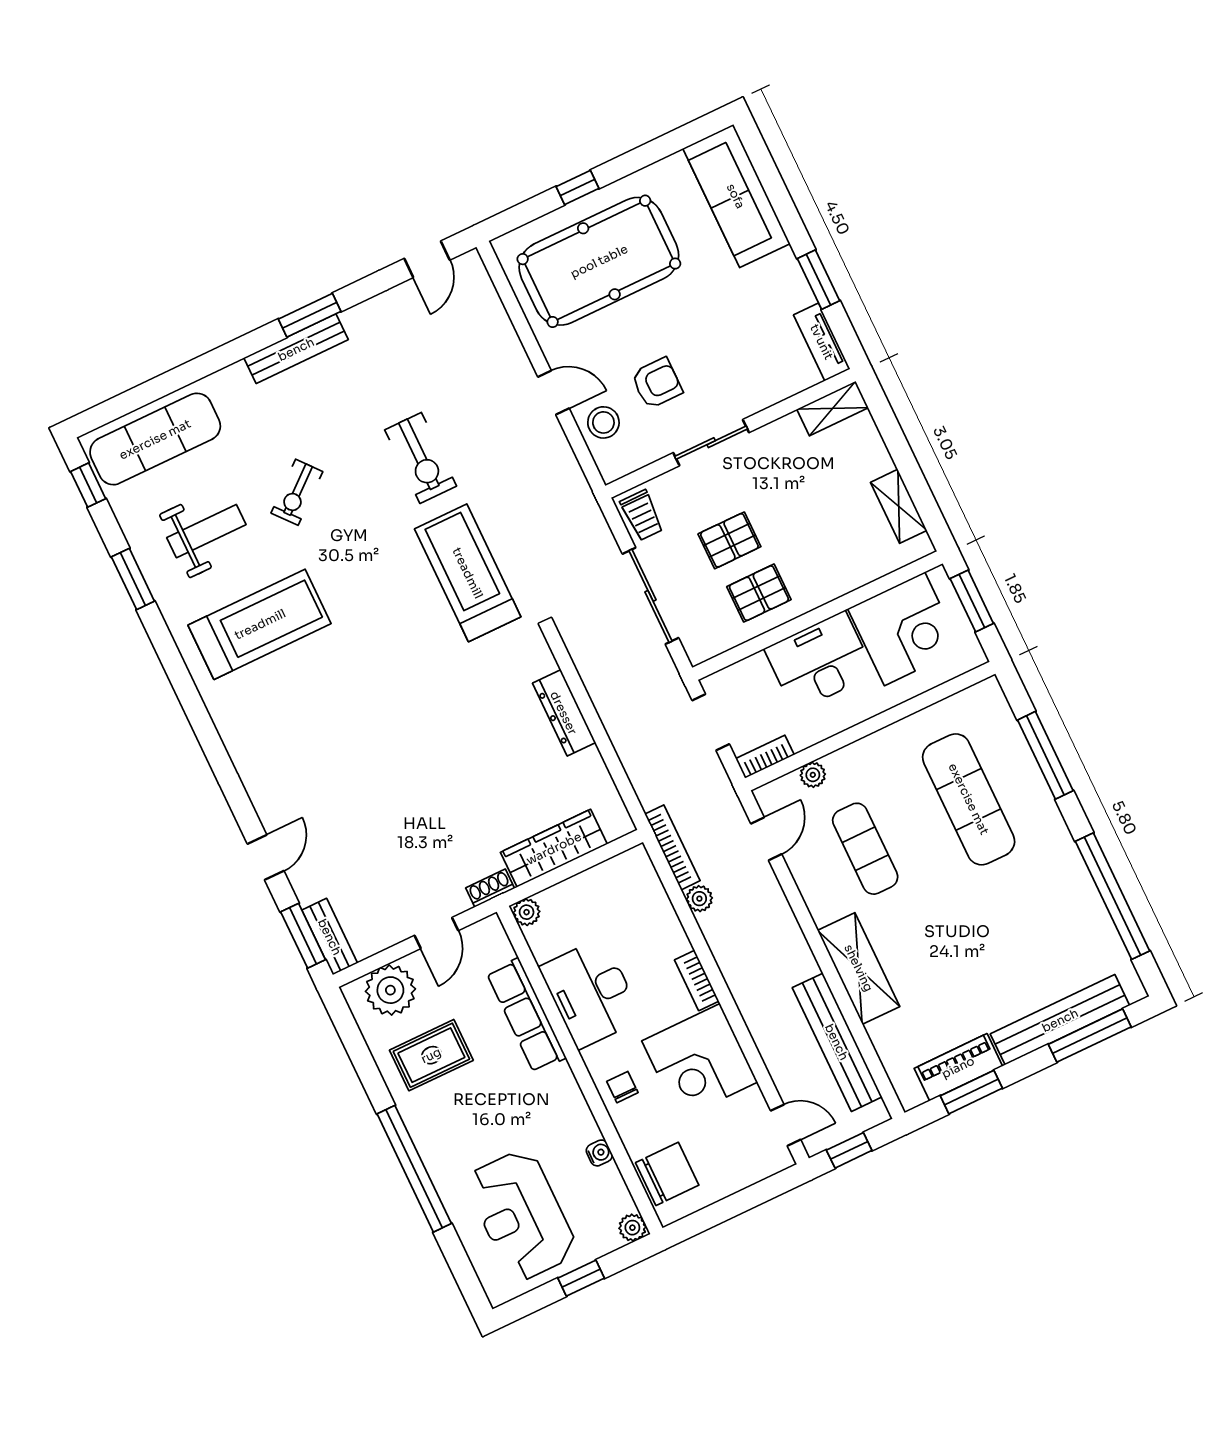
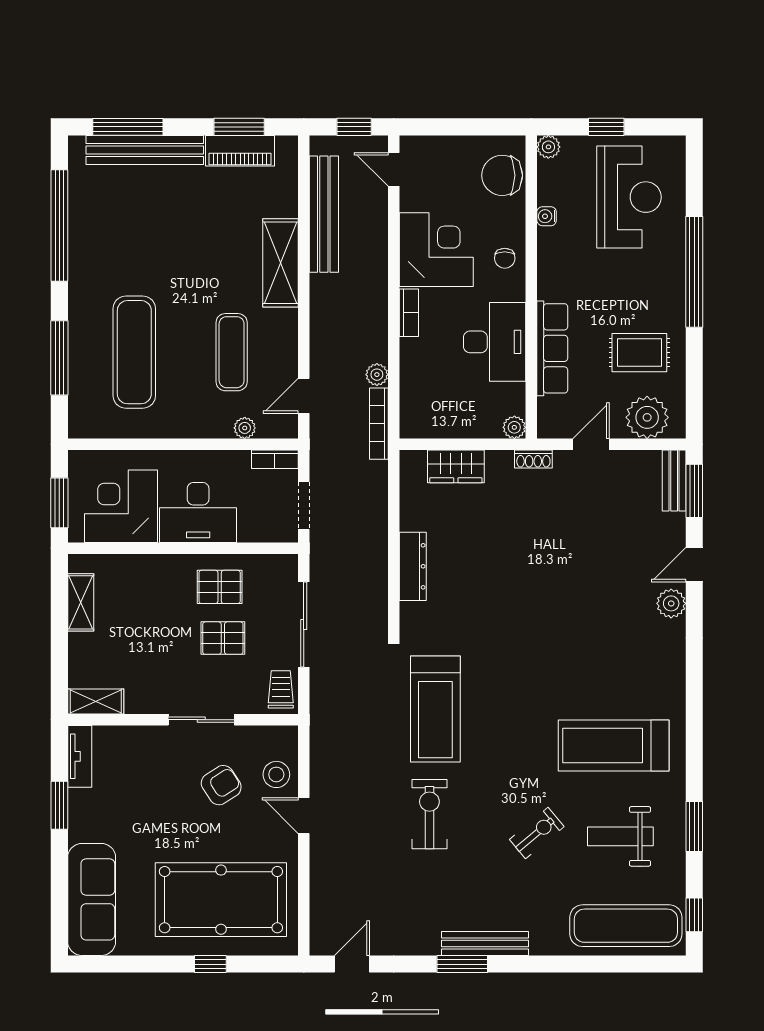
armchair: (657, 383) -> (221, 785), turned 147
plant: (270, 804) -> (671, 603), added
wardrobe: (554, 848) -> (456, 466), width x0.67

